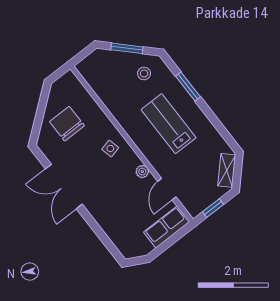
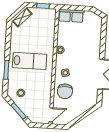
chair: (67, 124) -> (65, 91), moved
lab bench: (169, 124) -> (30, 61), turned -90
door: (167, 189) -> (51, 115), moved

